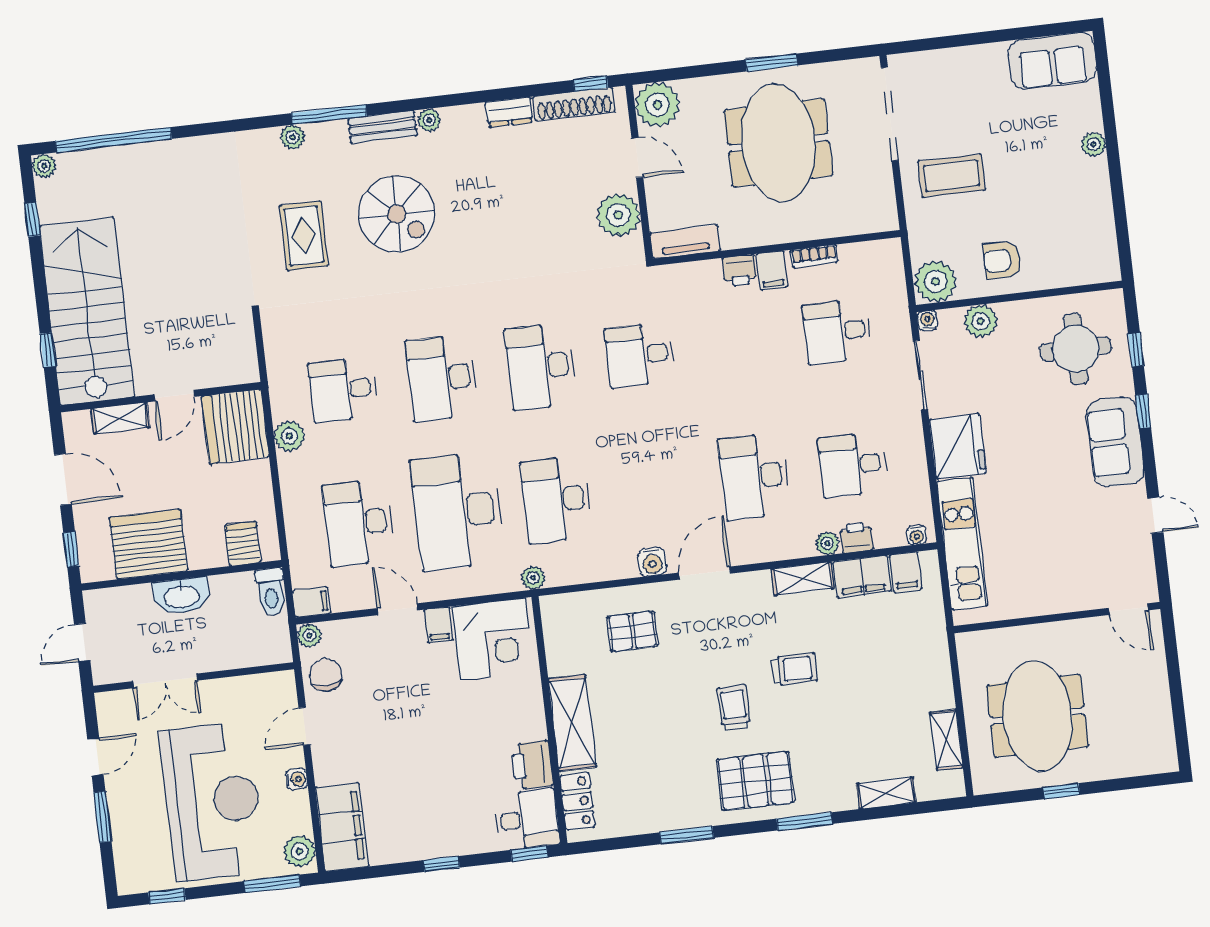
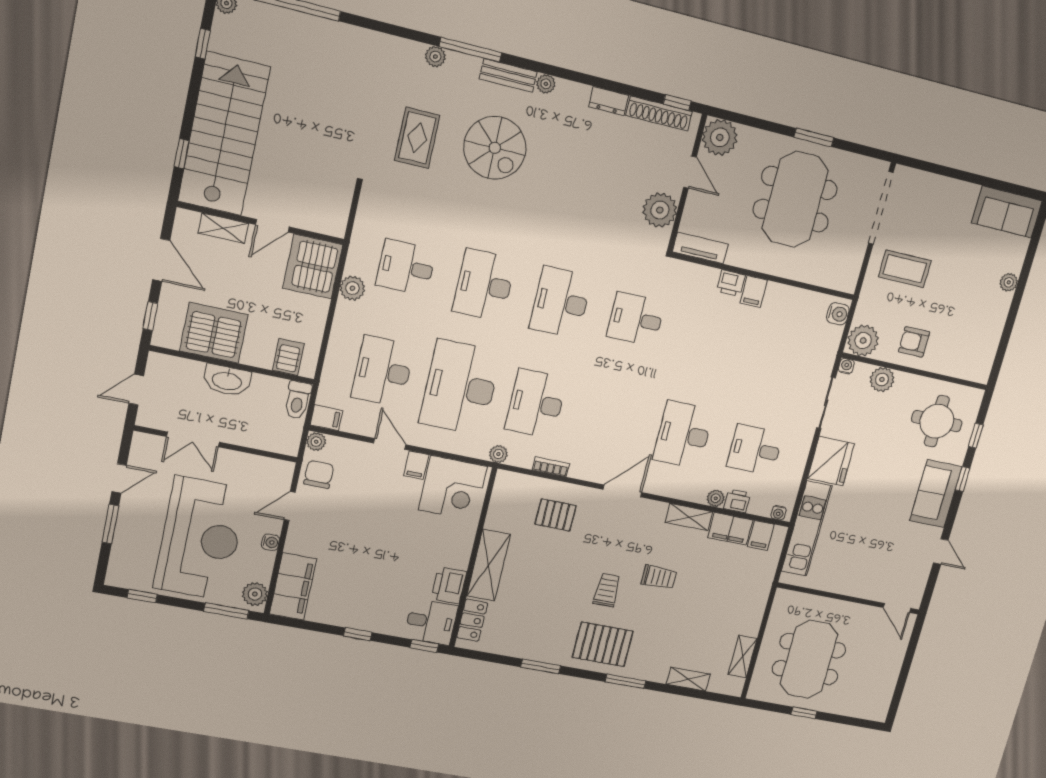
bookcase: (814, 256) -> (551, 467), moved, turned 180
desk: (837, 332) -> (782, 352), removed
water cooler: (652, 562) -> (838, 314), moved, turned -90

